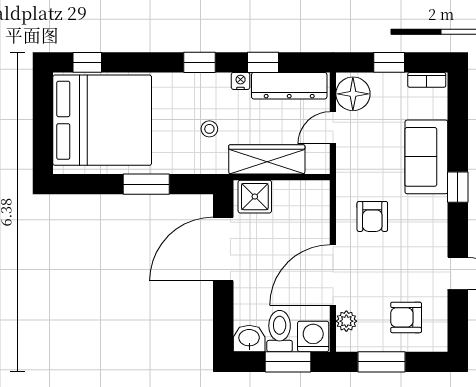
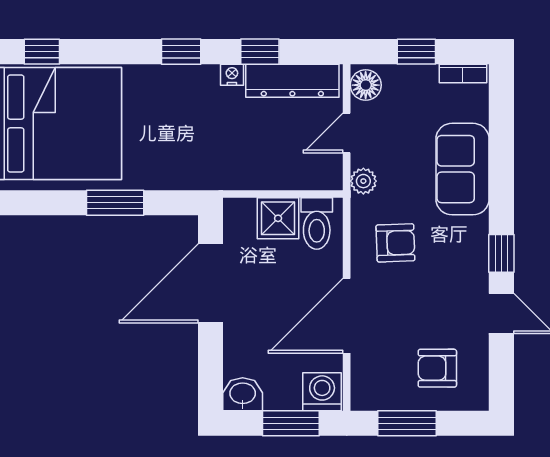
floor lamp: (353, 94) -> (366, 85), width x0.73, depth x0.73
stool: (209, 129) -> (193, 134), removed
wardrobe: (267, 159) -> (265, 172), removed
window: (458, 187) -> (501, 253), moved
shower: (255, 197) -> (278, 218), moved
armchair: (372, 216) -> (395, 243), turned -92
plant: (346, 321) -> (363, 181), moved
toilet: (280, 331) -> (317, 224), moved, turned 180

